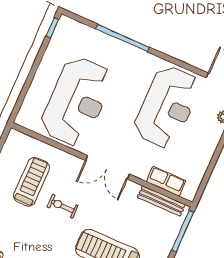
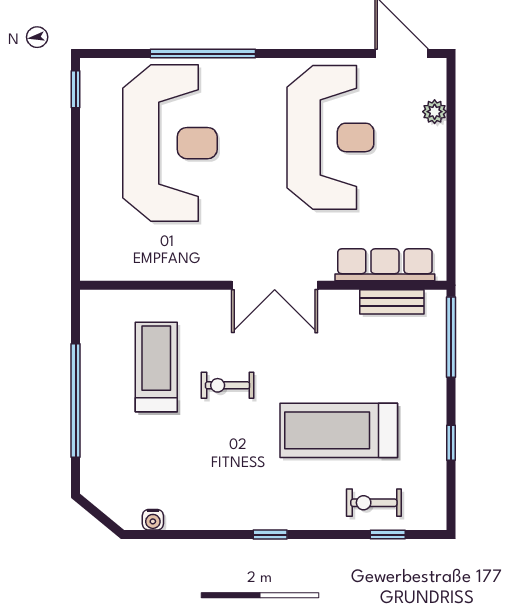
reception desk: (77, 101) -> (170, 143), moved
row of seats: (166, 181) -> (385, 265), width x1.48
bench: (161, 201) -> (392, 302), width x0.73

